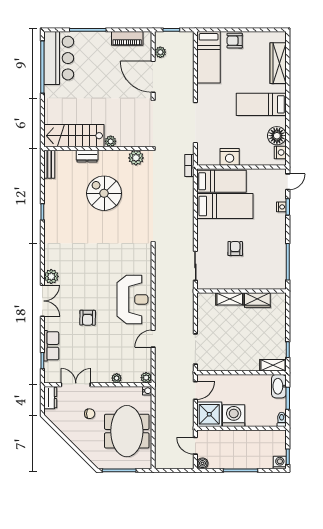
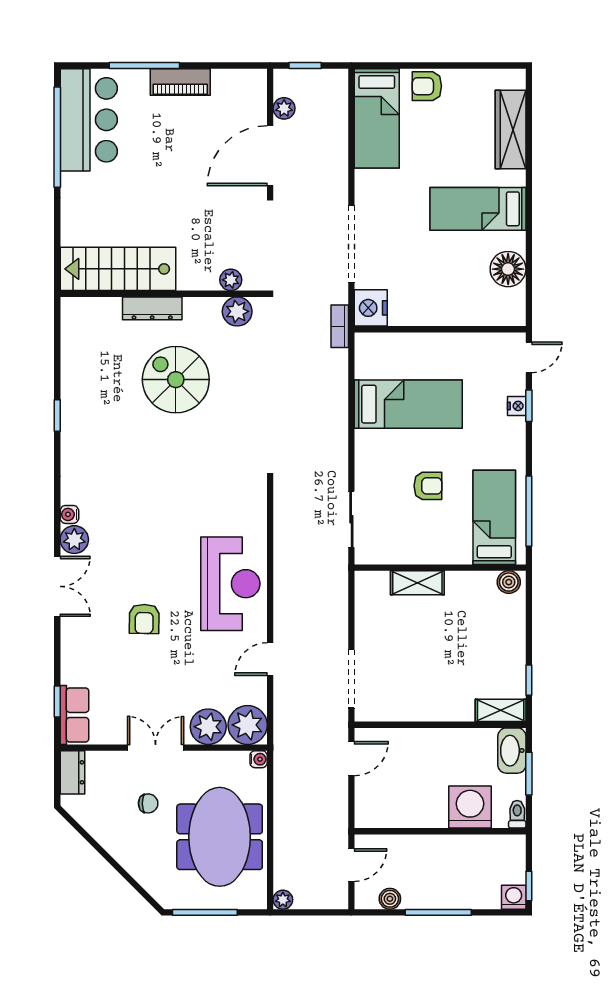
piano: (127, 38) -> (180, 82), moved
door: (153, 77) -> (270, 156), hinge flipped
plant: (111, 141) -> (231, 280), moved
nightstand: (280, 152) -> (514, 301), removed
dresser: (87, 156) -> (152, 308), width x1.44
nightstand: (230, 157) -> (371, 308), moved, turned 90
bench: (49, 164) -> (71, 324), removed
bed: (221, 181) -> (494, 517), moved, turned -90
armchair: (235, 249) -> (428, 486), turned 90
water cooler: (49, 263) -> (69, 514), added
boiler: (277, 299) -> (509, 582), added
wardrobe: (257, 300) -> (471, 585), removed
row of seats: (51, 346) -> (74, 715), moved
plant: (117, 378) -> (208, 727), width x1.88, depth x1.88
plant: (146, 378) -> (248, 725), width x1.87, depth x1.87
double door: (76, 385) -> (156, 748), moved
shower: (209, 414) -> (378, 804), removed
washing machine: (234, 416) -> (470, 807), moved
door: (195, 446) -> (351, 865), swing flipped
boiler: (202, 463) -> (390, 899), moved
plant: (160, 464) -> (283, 900), added

